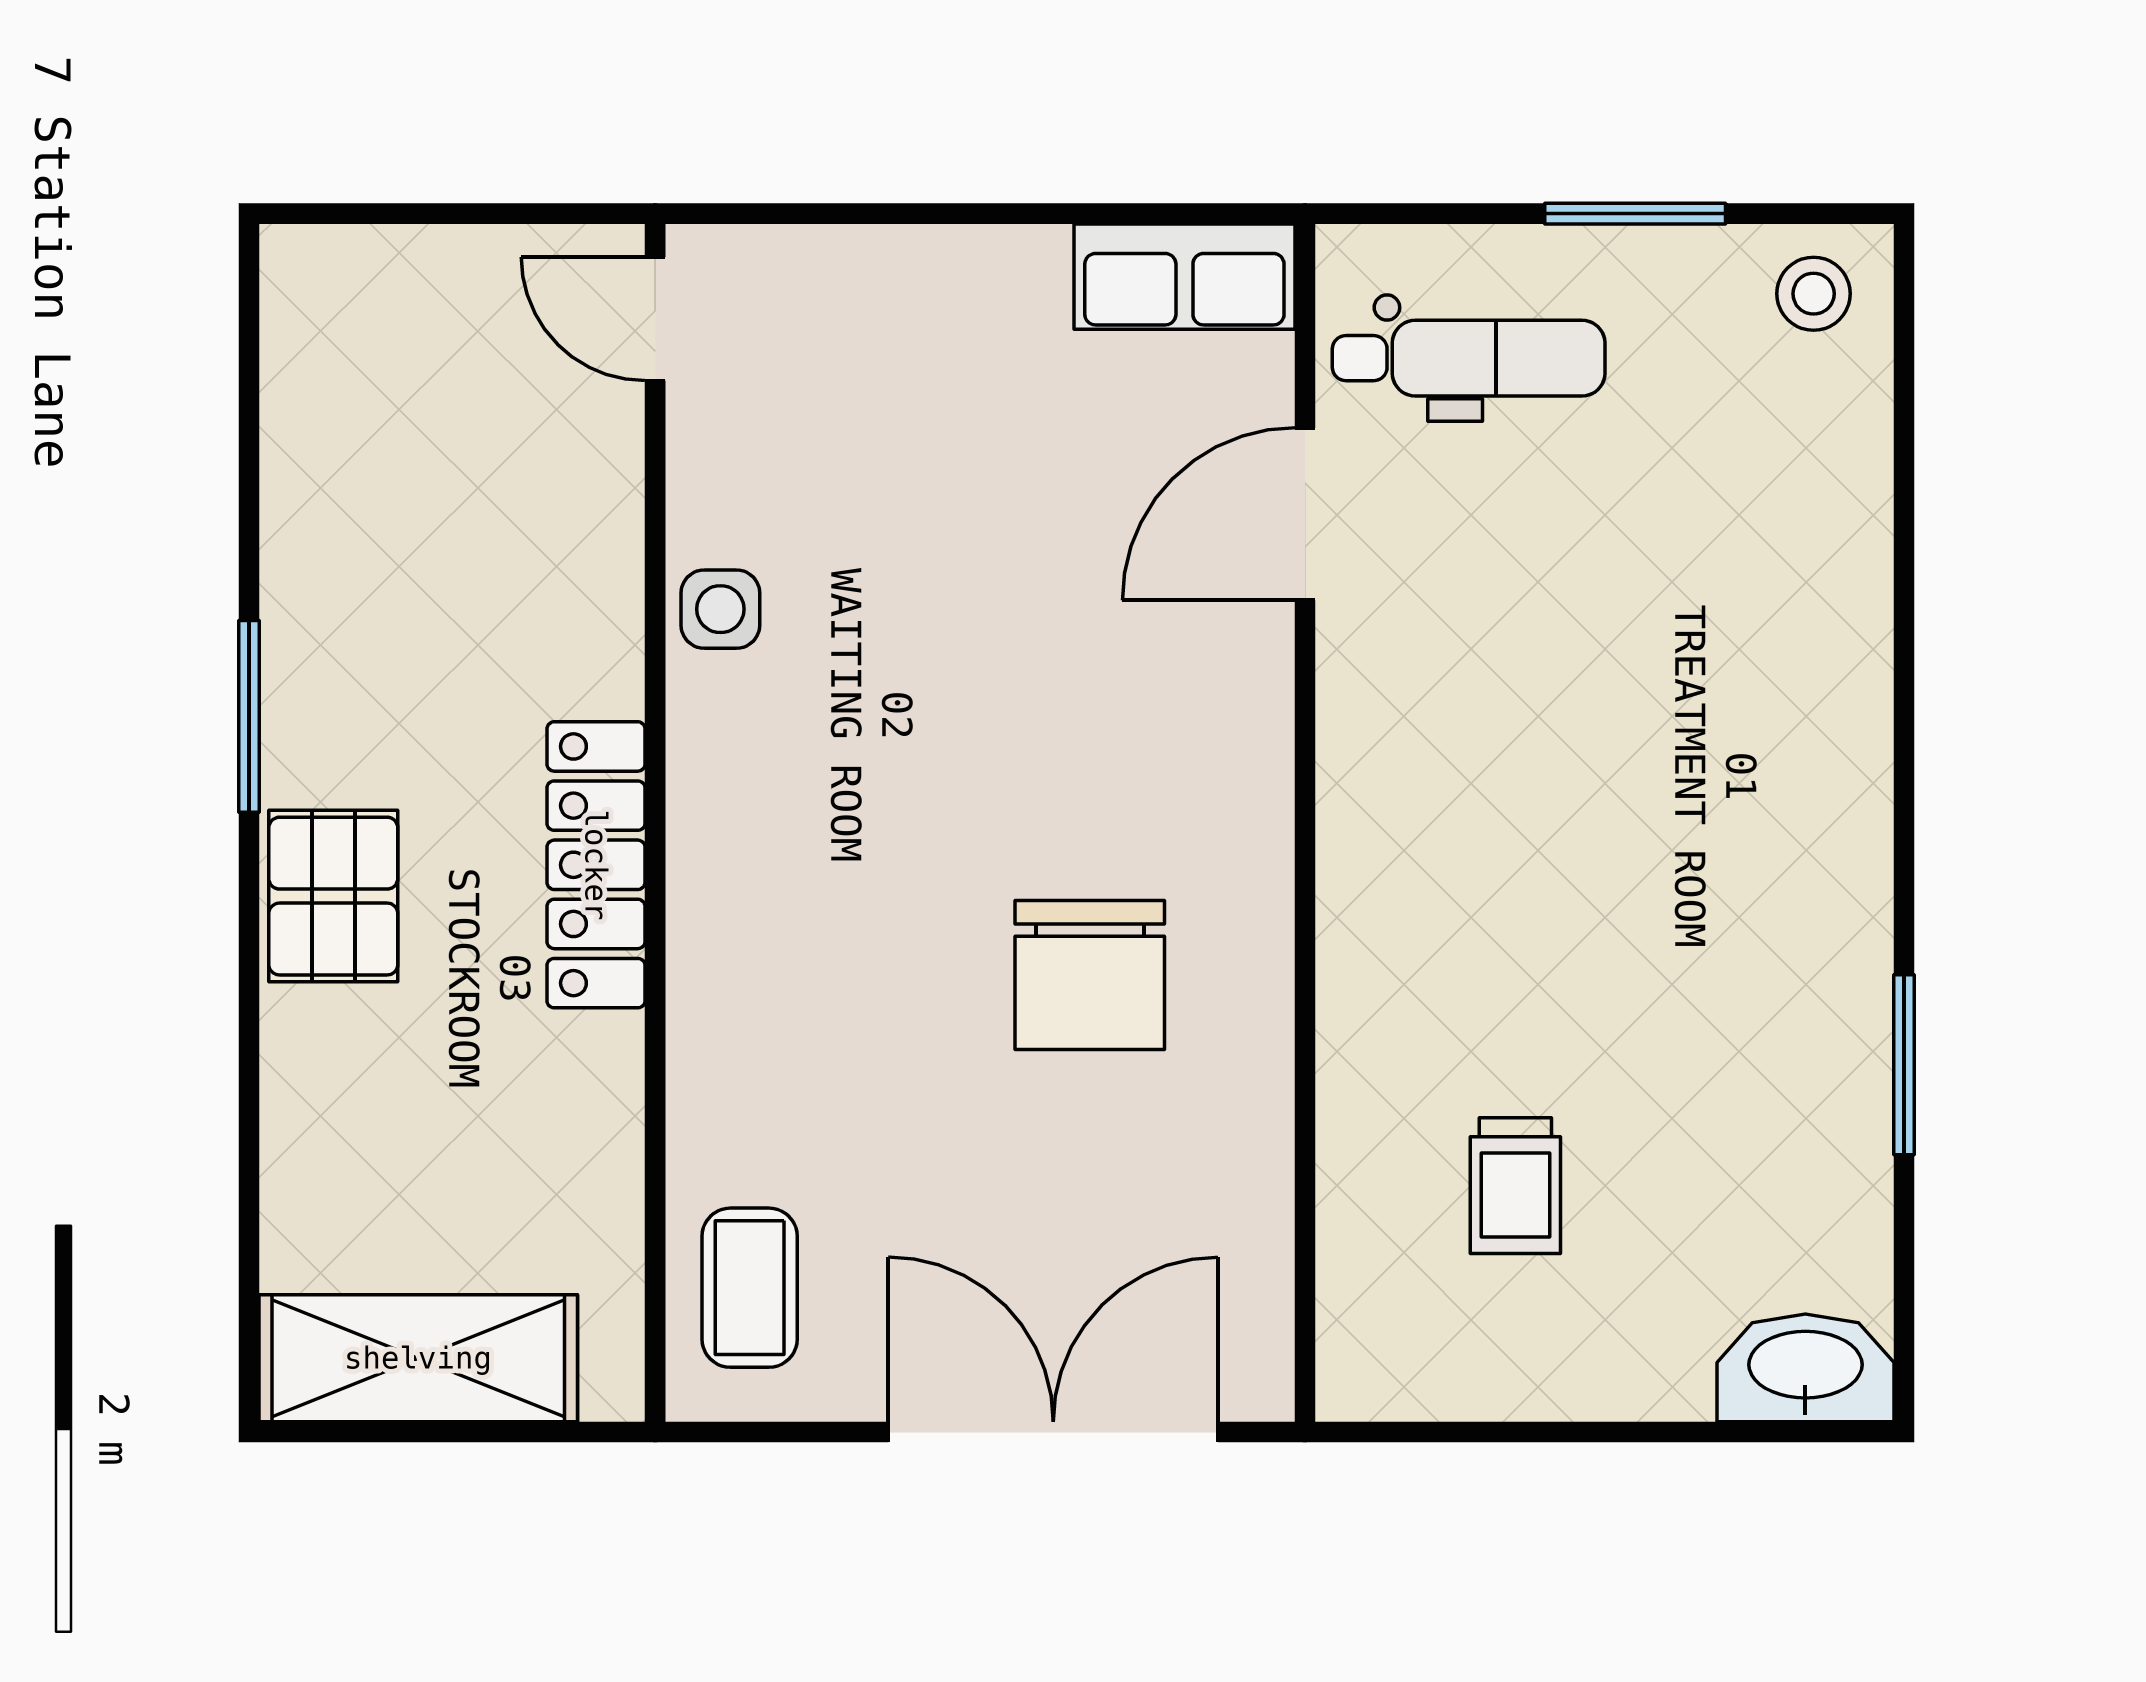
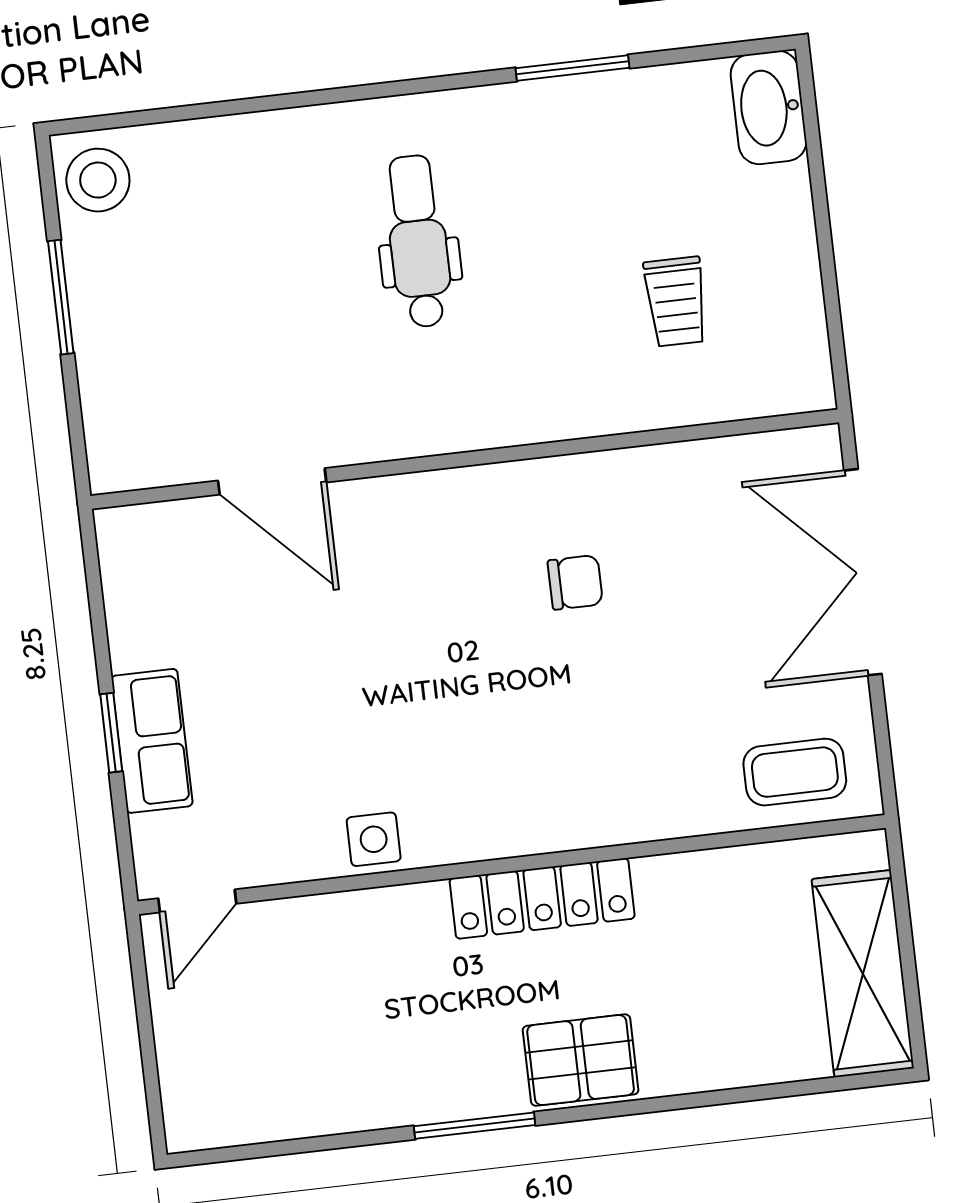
window: (937, 214) -> (111, 733), added
row of seats: (1184, 277) -> (152, 741), moved
stool: (1814, 294) -> (98, 180), width x1.37, depth x1.37
dental chair: (1469, 358) -> (418, 241), moved
chair: (1090, 975) -> (575, 582), width x0.54, depth x0.54
trolley: (1515, 1186) -> (676, 302), turned 90

